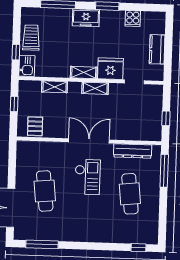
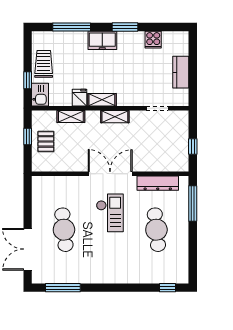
fridge: (110, 69) -> (80, 98), moved, width x0.53, depth x0.75
pallet: (35, 126) -> (46, 141), moved

